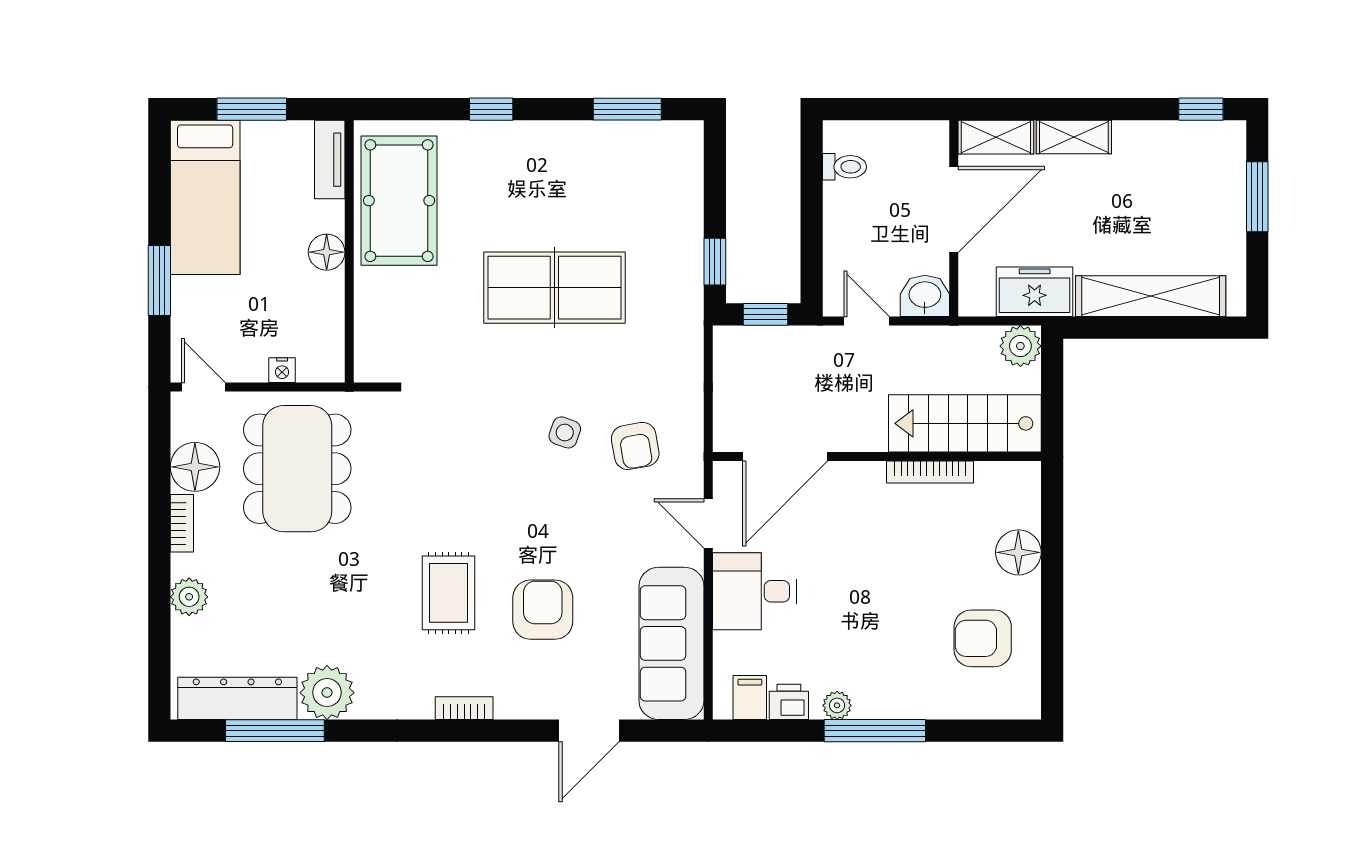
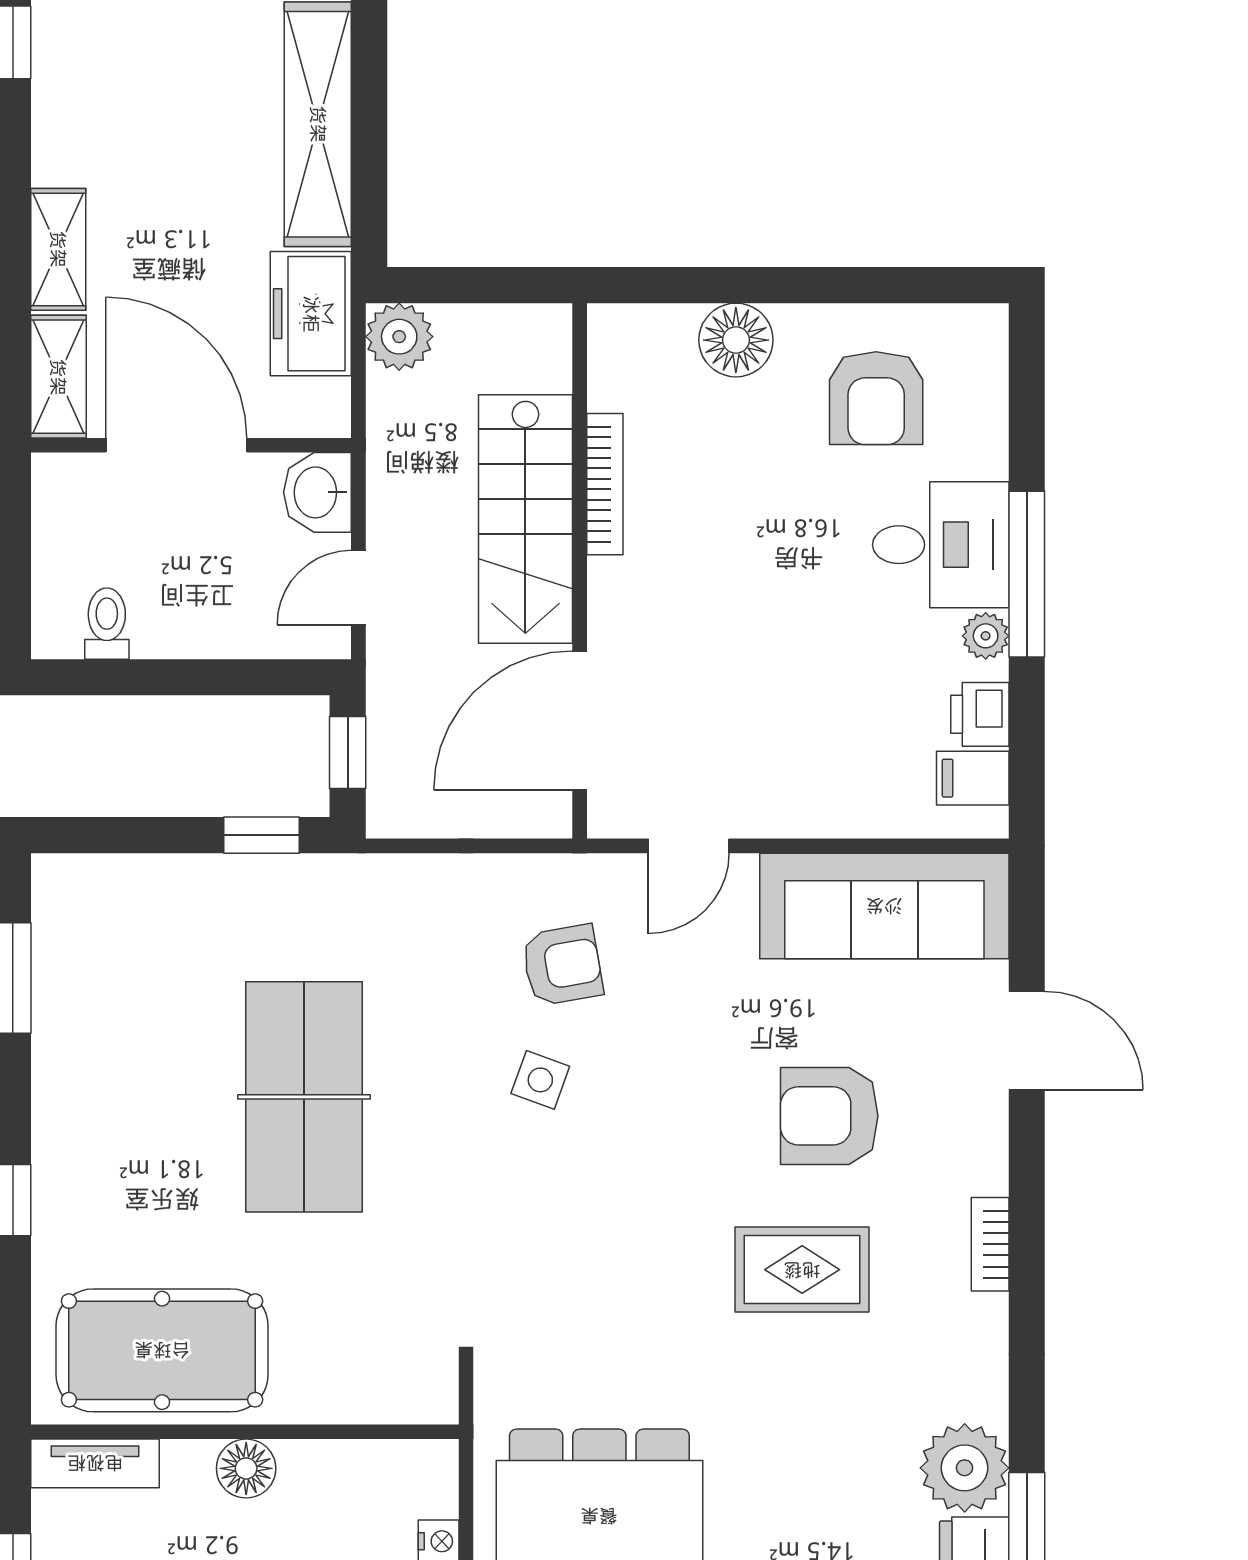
stairs: (965, 423) -> (525, 519), moved
door: (785, 457) -> (580, 720), swing flipped
desk: (754, 591) -> (941, 545), moved, turned -90

